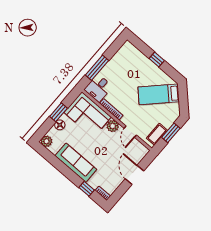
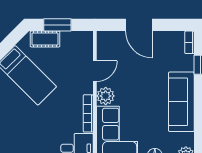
cot: (157, 134) -> (45, 39), moved
door: (134, 175) -> (139, 25), hinge flipped

